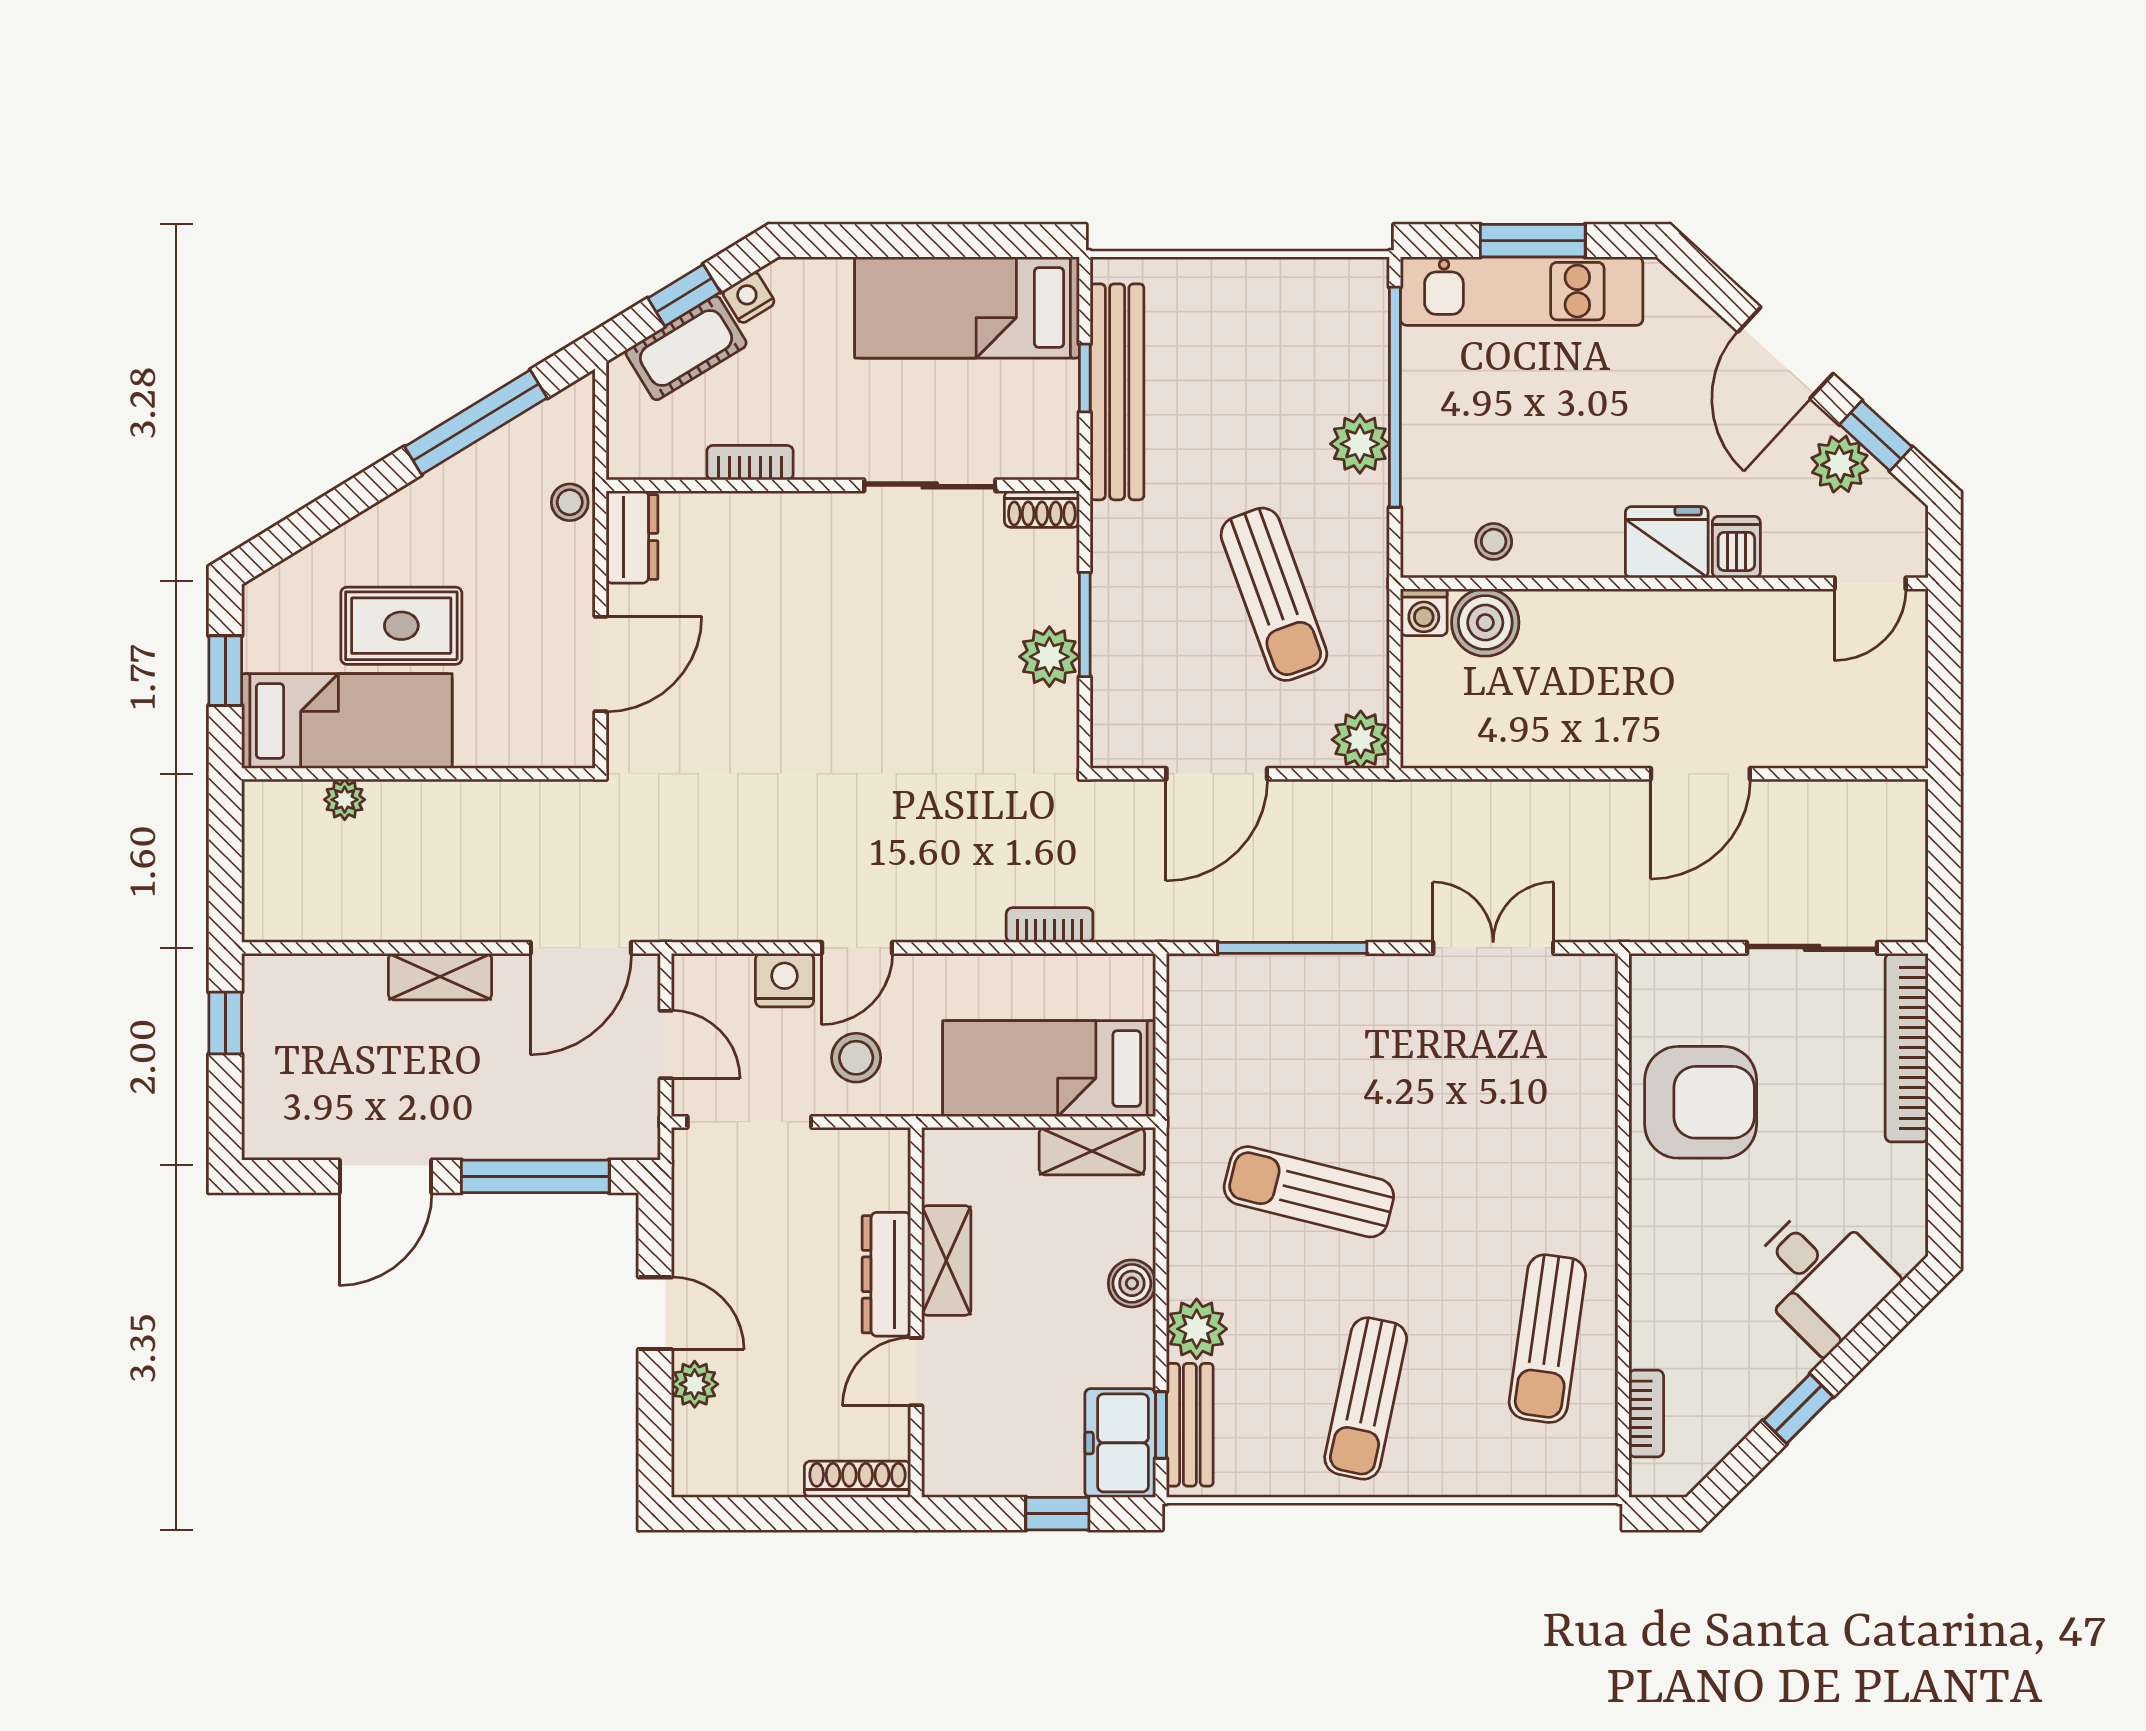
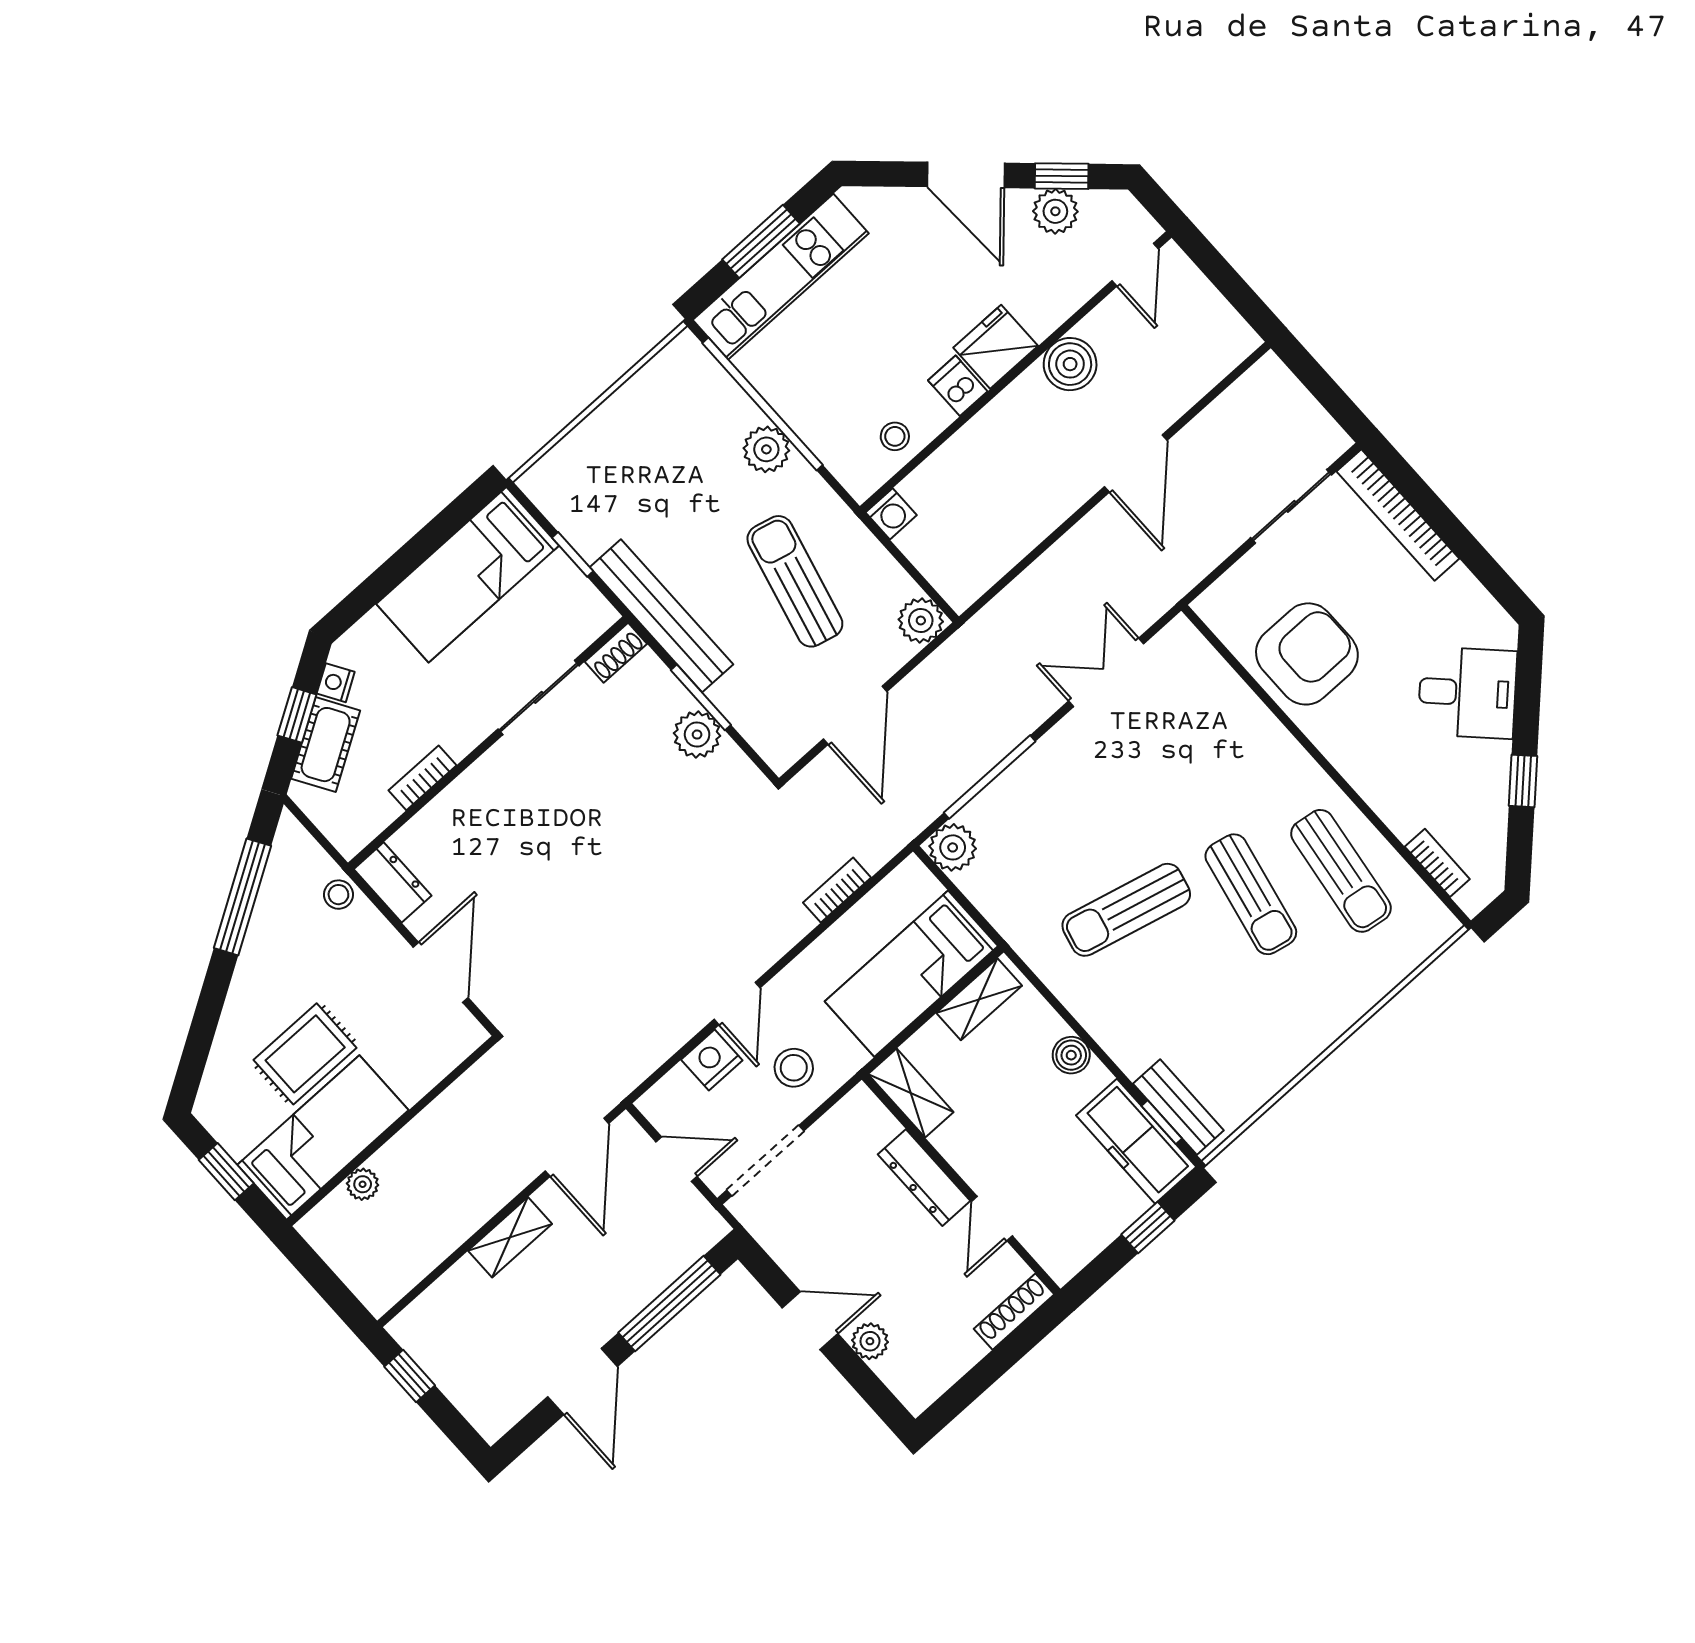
bench: (1117, 392) -> (661, 616), moved
dishwasher: (1736, 547) -> (958, 386), moved
sun lounger: (1274, 594) -> (795, 581), turned -146
boiler: (1485, 623) -> (1070, 364), moved
shelving: (946, 1260) -> (911, 1093), moved
plant: (1197, 1329) -> (953, 847), moved
sun lounger: (1366, 1398) -> (1251, 894), moved
freezer: (1120, 1443) -> (1136, 1141), width x1.40

